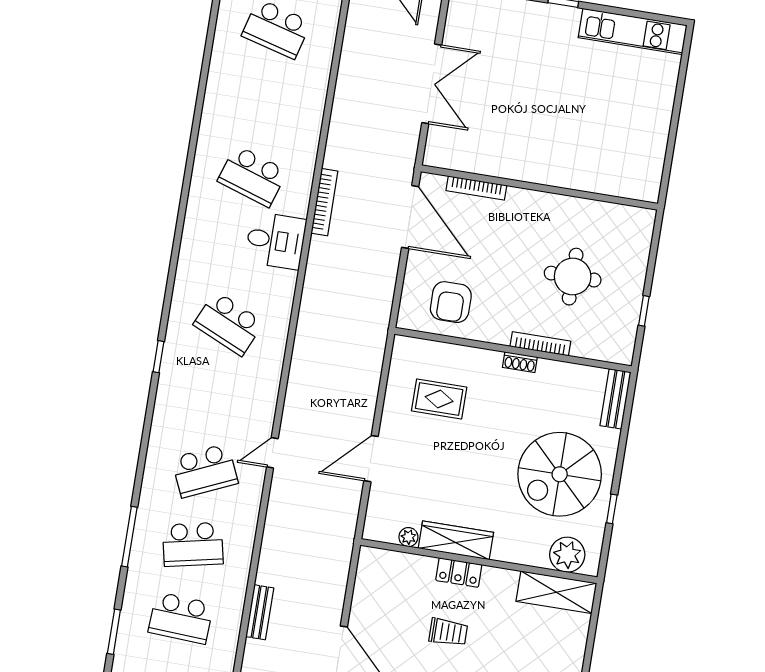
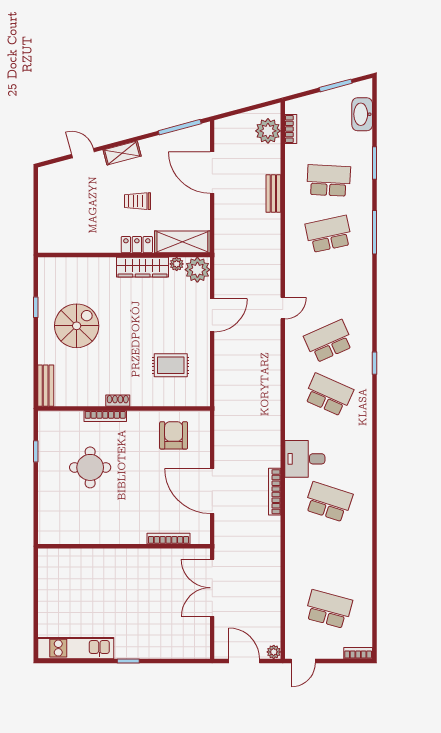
wall: (539, 187) -> (124, 546), moved
bookcase: (476, 188) -> (169, 539), moved
school desk: (205, 471) -> (329, 341), moved
spiral stairs: (560, 474) -> (77, 326), width x0.73, depth x0.73
plant: (567, 555) -> (197, 270), moved
shelving: (556, 592) -> (182, 242), moved

